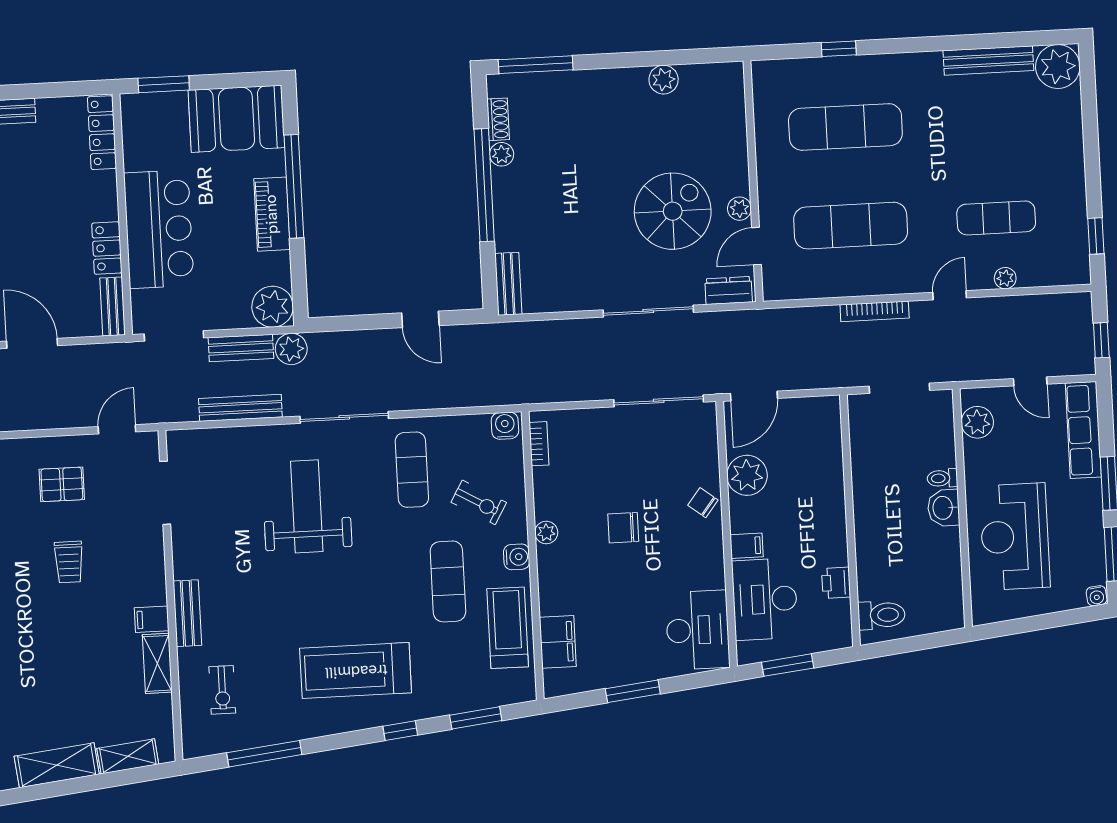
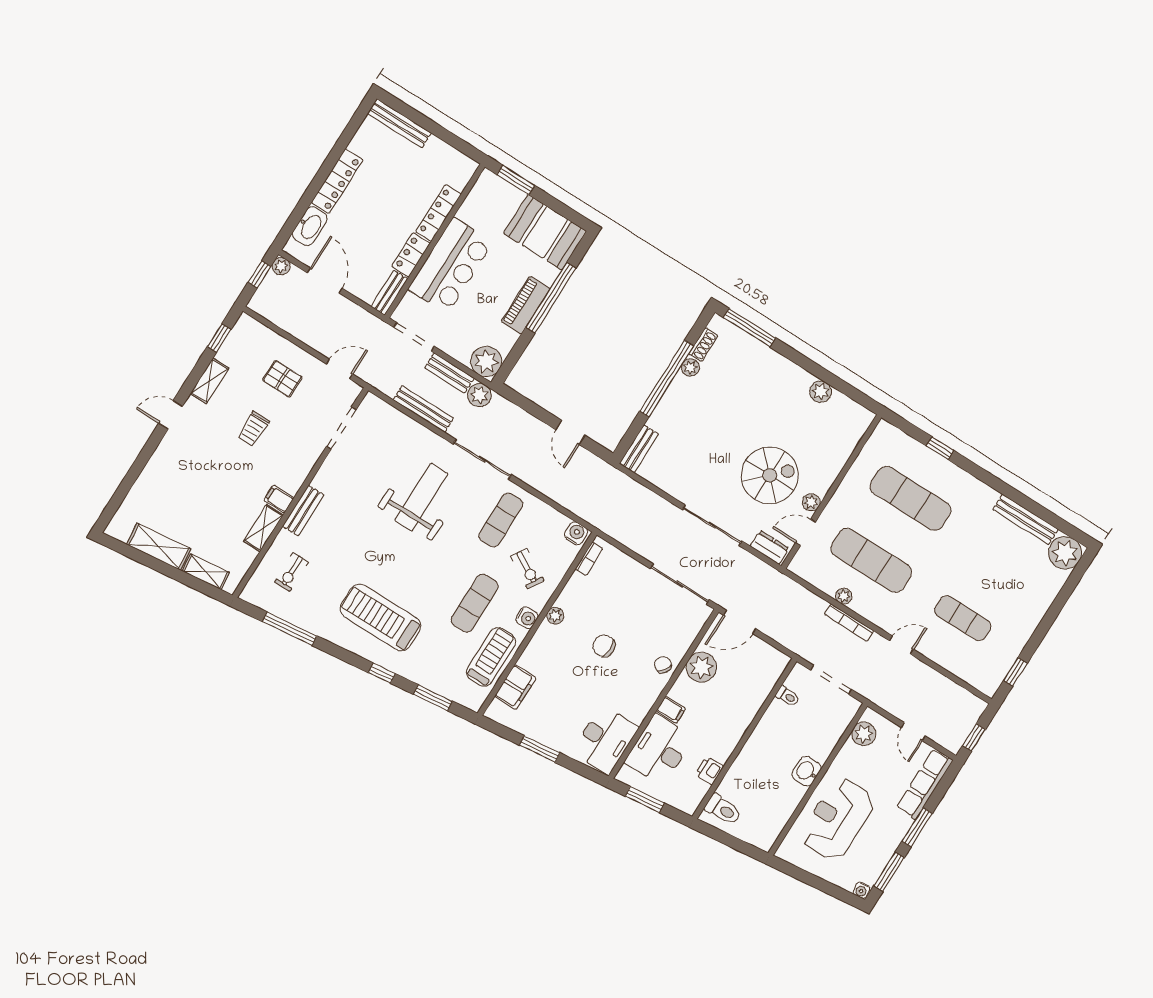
locker: (102, 133) -> (439, 213), moved
plant: (1005, 278) -> (844, 596), moved
toilet: (942, 478) -> (788, 696), moved, turned 180

